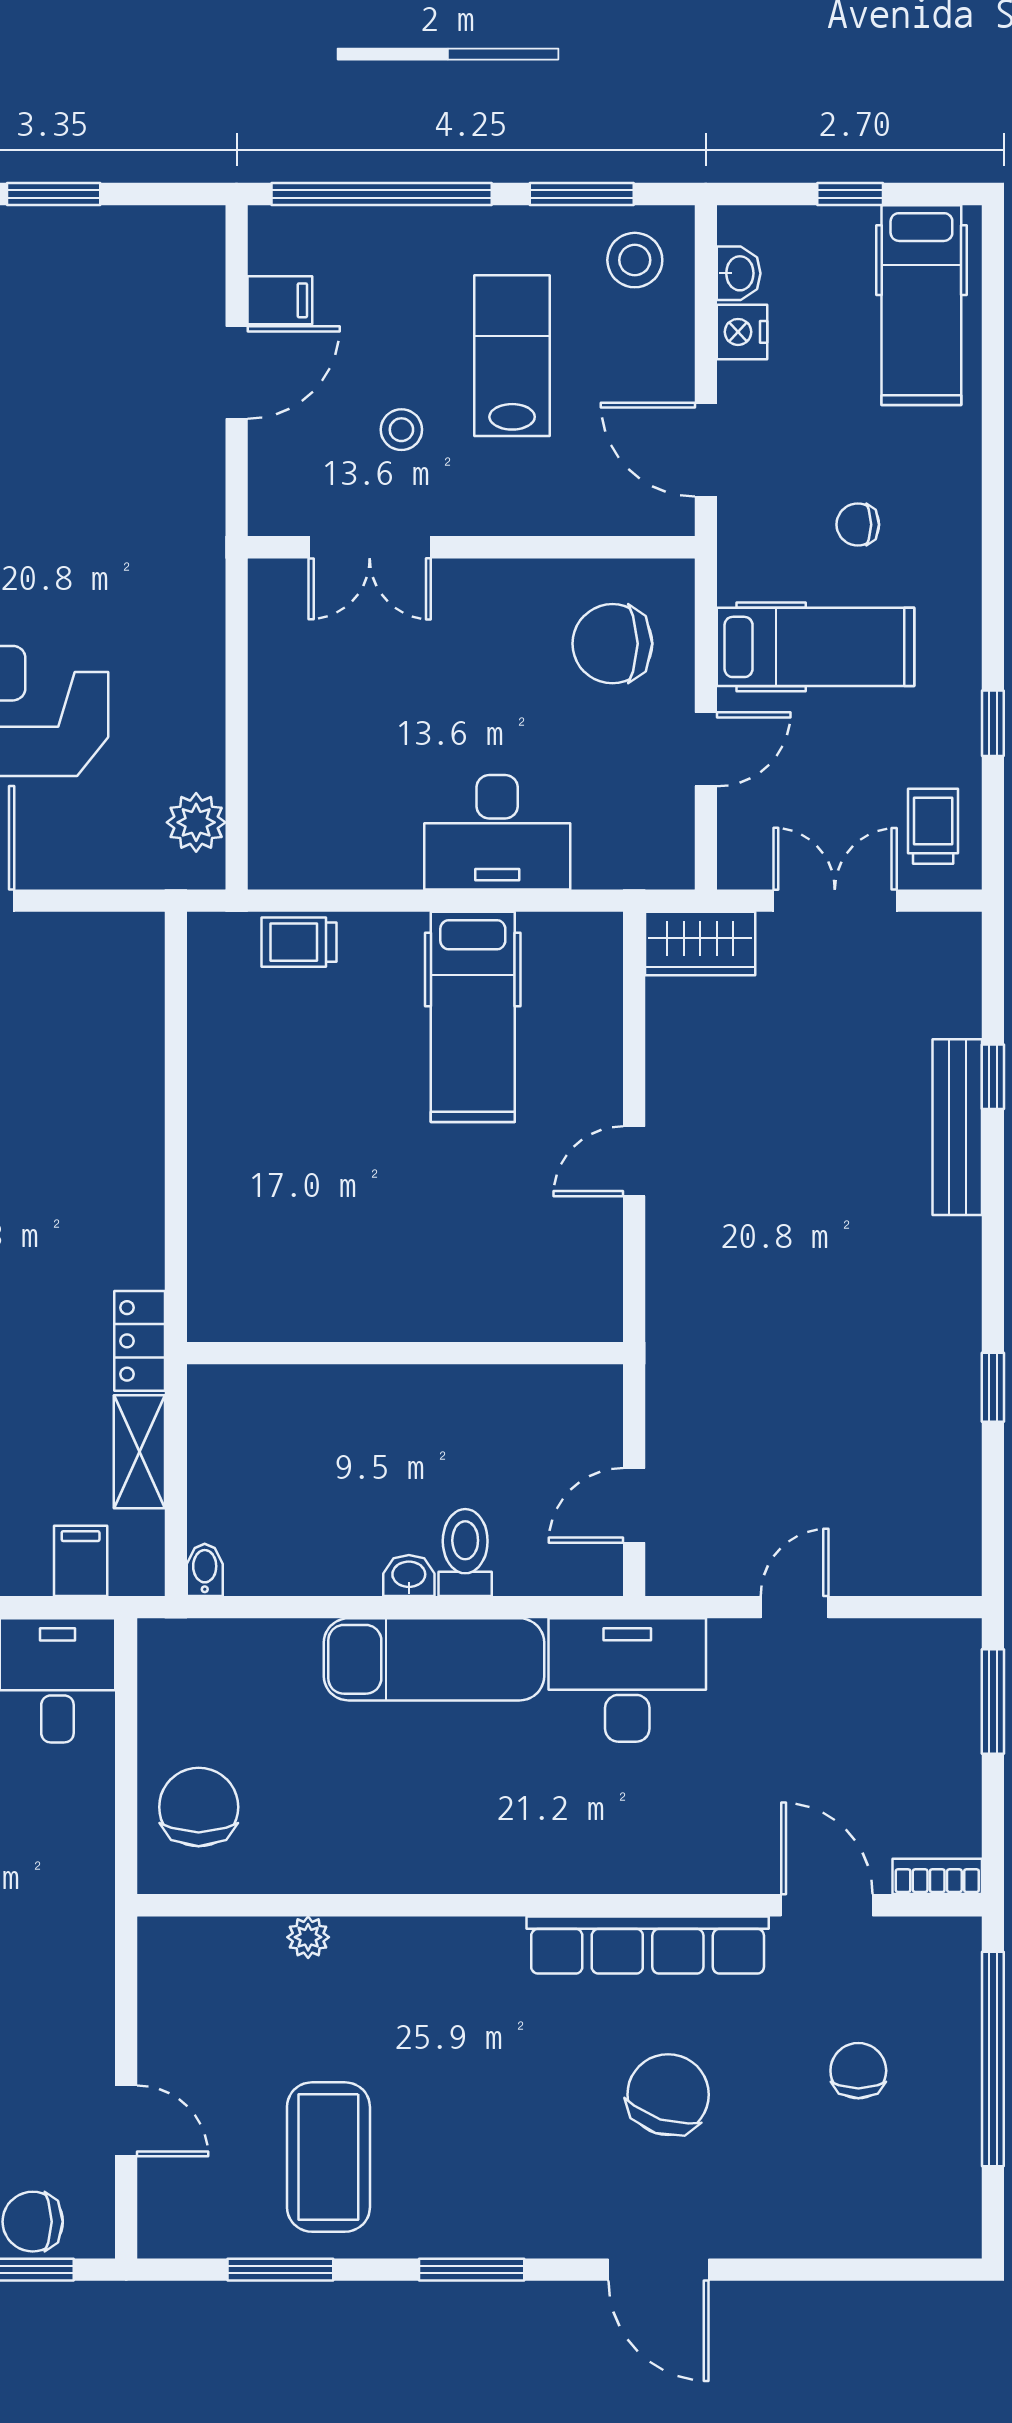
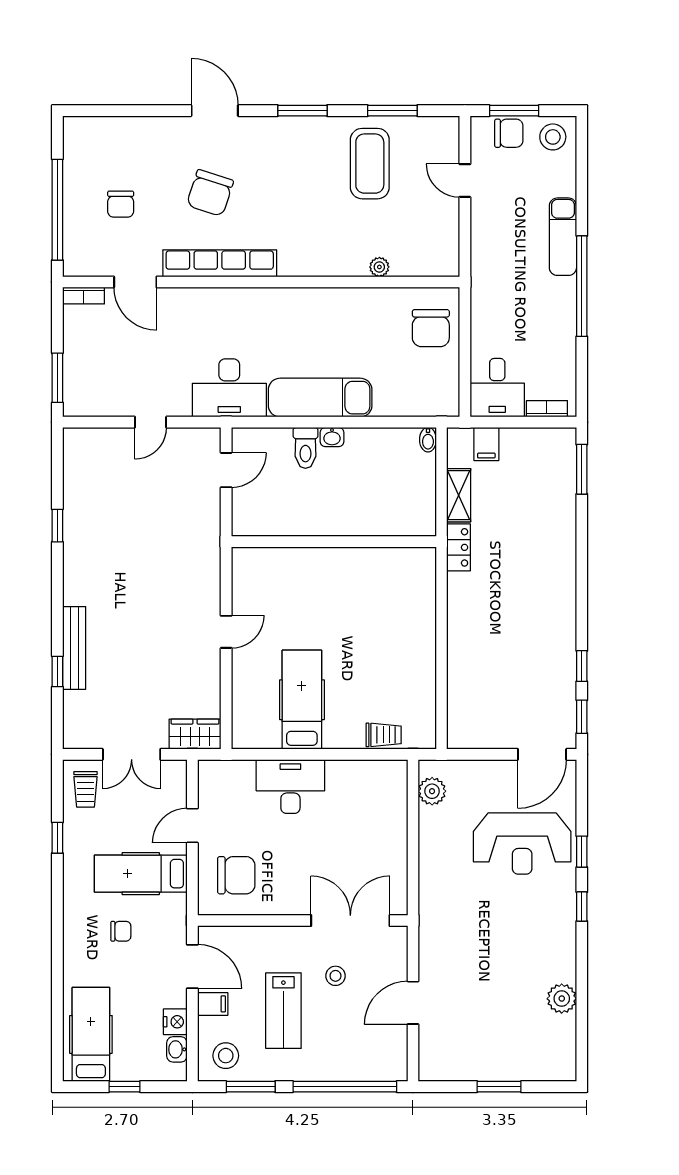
filing cabinet: (280, 300) -> (213, 1004), moved, turned 180
double door: (370, 547) -> (350, 921), width x1.37

